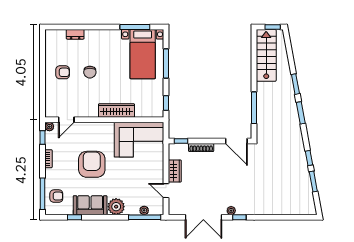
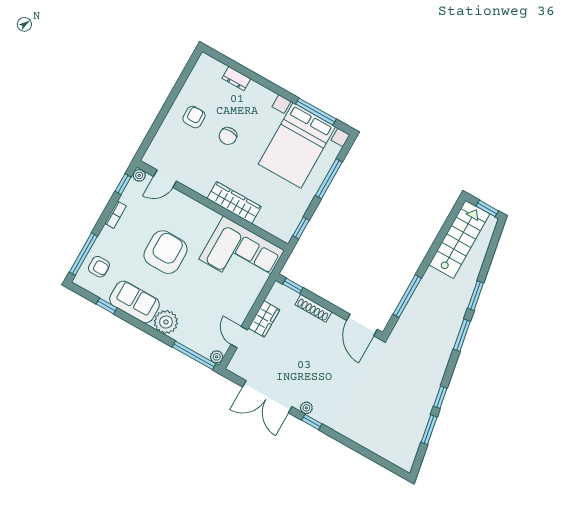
bed with nightstands: (143, 54) -> (297, 145), width x1.36
armchair: (63, 72) -> (194, 117), turned -90
plant: (144, 210) -> (217, 357), moved

